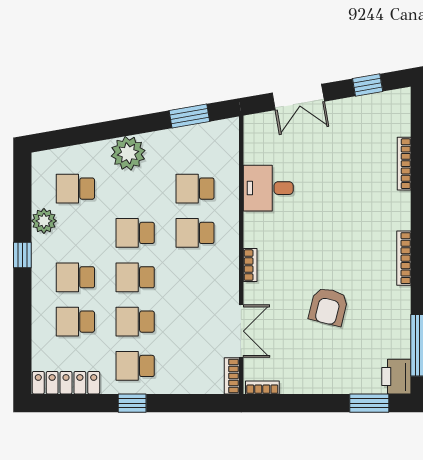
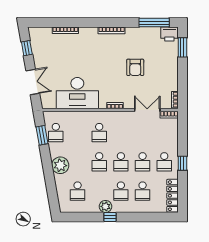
desk: (268, 188) -> (77, 93), width x1.87, depth x1.30
school desk: (195, 189) -> (56, 133), moved
plant: (44, 221) -> (105, 206), moved
armchair: (328, 307) -> (135, 67), turned 76

